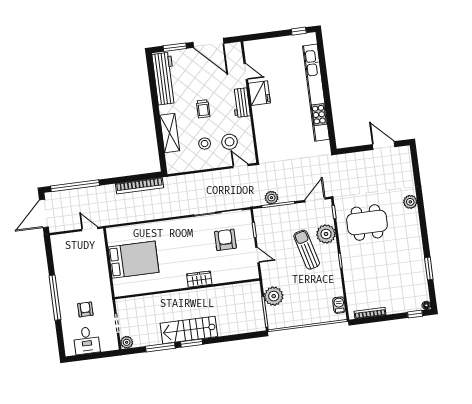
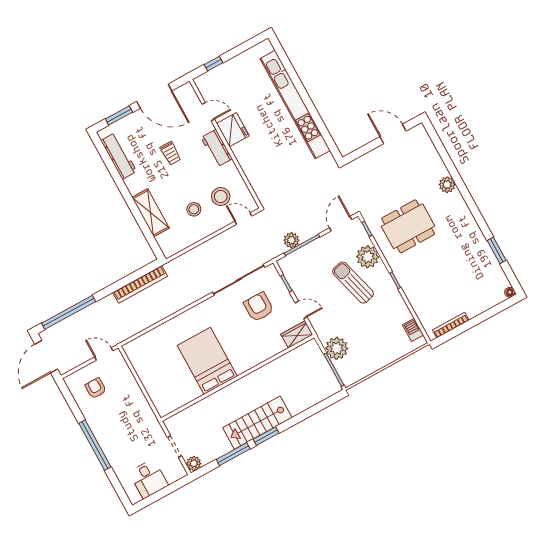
window: (299, 31) -> (214, 64), moved
workbench: (164, 79) -> (119, 156), width x0.73, depth x0.76
trolley: (203, 109) -> (171, 153), moved
bed: (133, 260) -> (207, 361), moved, turned -90
wardrobe: (199, 279) -> (297, 334), moved
armchair: (85, 309) -> (96, 388), moved
window: (415, 314) -> (501, 307), removed

